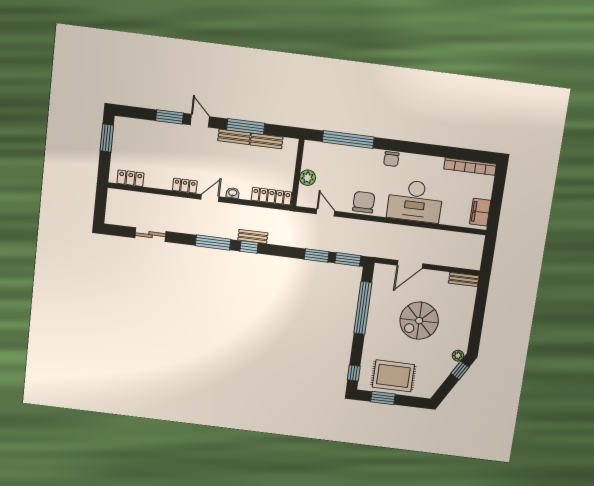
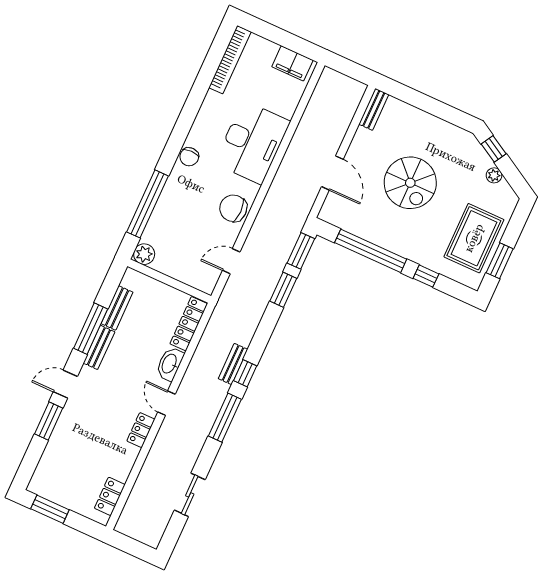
chair: (391, 159) -> (189, 157), turned 90
plant: (308, 178) -> (144, 254), moved
washbasin: (233, 193) -> (170, 364), width x1.91, depth x1.45
plant: (458, 356) -> (494, 175), moved
window: (354, 373) -> (426, 276), moved

